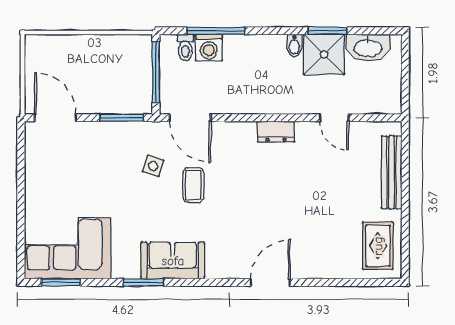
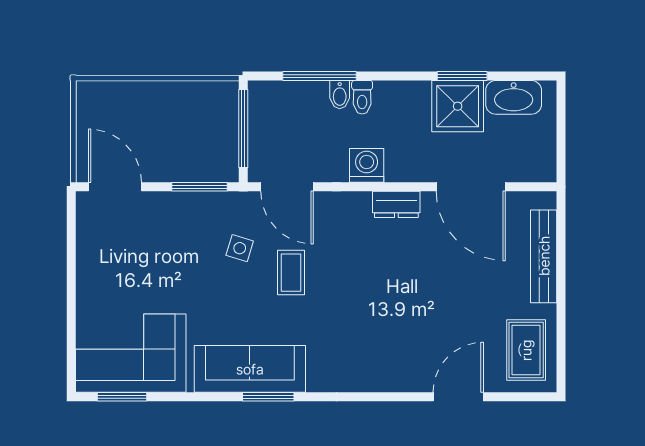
bidet: (294, 45) -> (340, 95), moved
toilet: (185, 47) -> (362, 97), moved
washing machine: (209, 48) -> (367, 165), moved, turned 180
door: (334, 118) -> (471, 187), width x1.88
sofa: (173, 261) -> (250, 369), width x1.36
window: (144, 282) -> (268, 397), moved
door: (270, 282) -> (458, 397), moved

